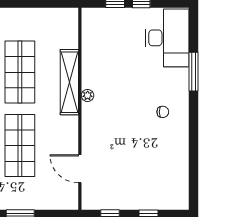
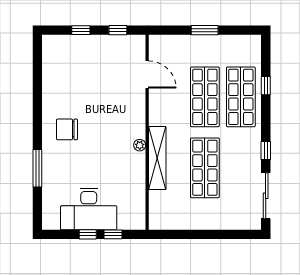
desk: (167, 38) -> (89, 209), moved, turned -90
chair: (163, 112) -> (67, 129), width x1.87, depth x1.87

